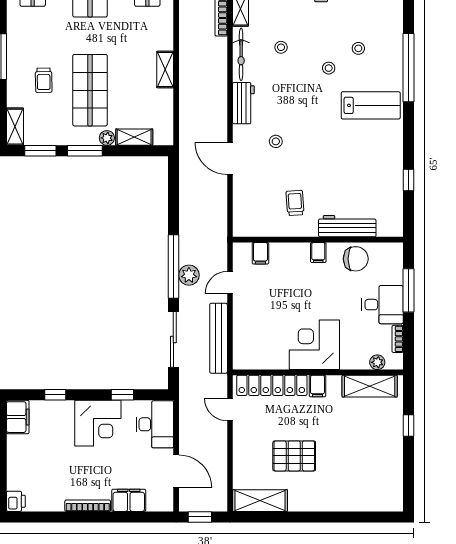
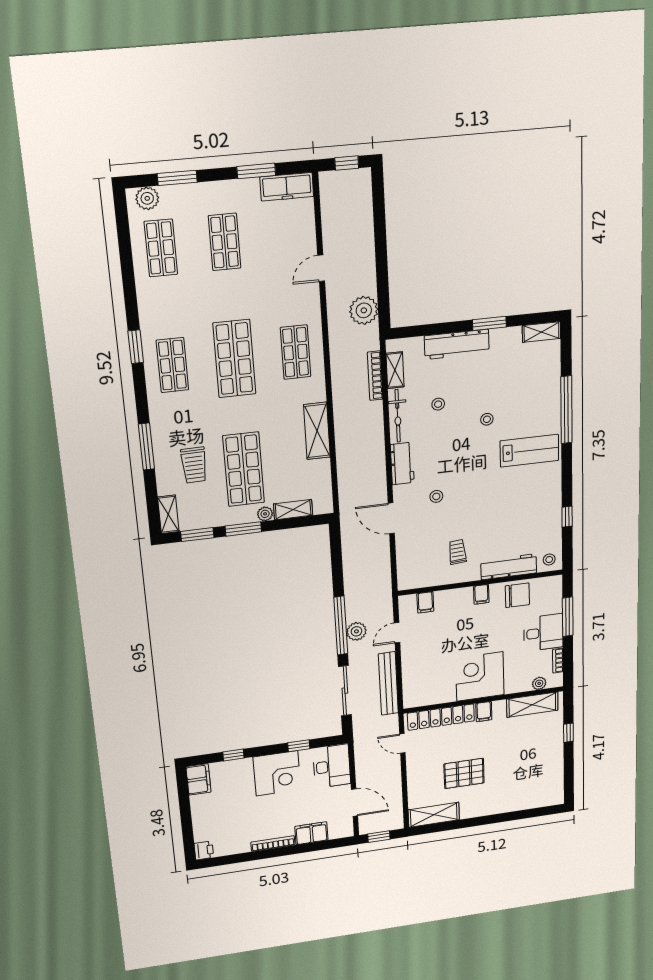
stool: (358, 48) -> (549, 560), moved
shelving: (165, 70) -> (317, 431), width x1.50, depth x1.33
trolley: (44, 80) -> (194, 465), width x1.36, depth x1.39

